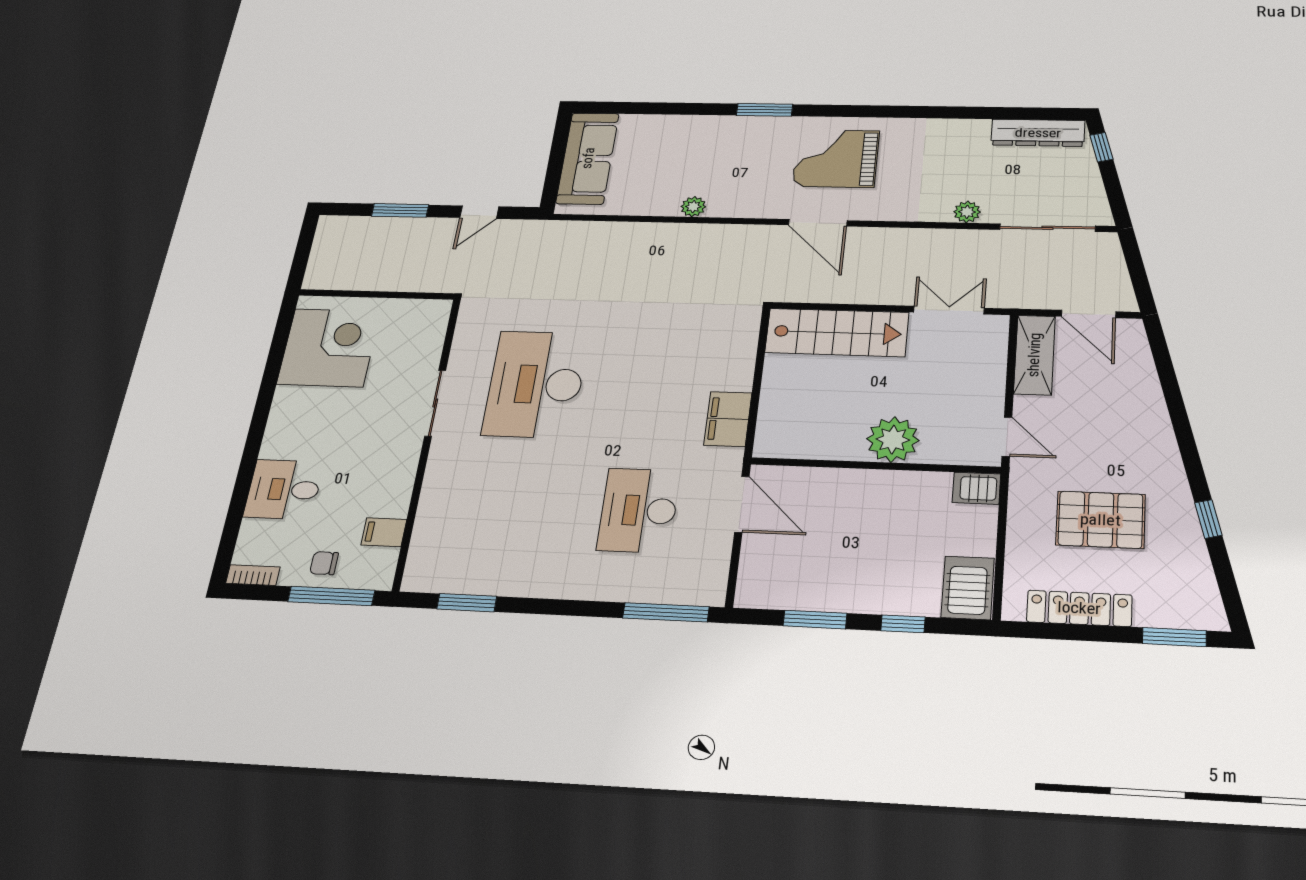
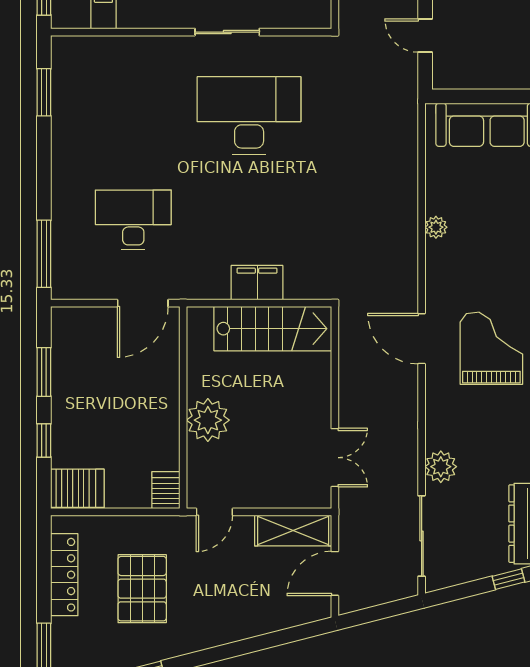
plant: (967, 212) -> (441, 467), width x1.38, depth x1.38
door: (818, 223) -> (422, 339), hinge flipped
stairs: (837, 332) -> (273, 329), moved, turned -90
filing cabinet: (728, 419) -> (257, 283), moved

